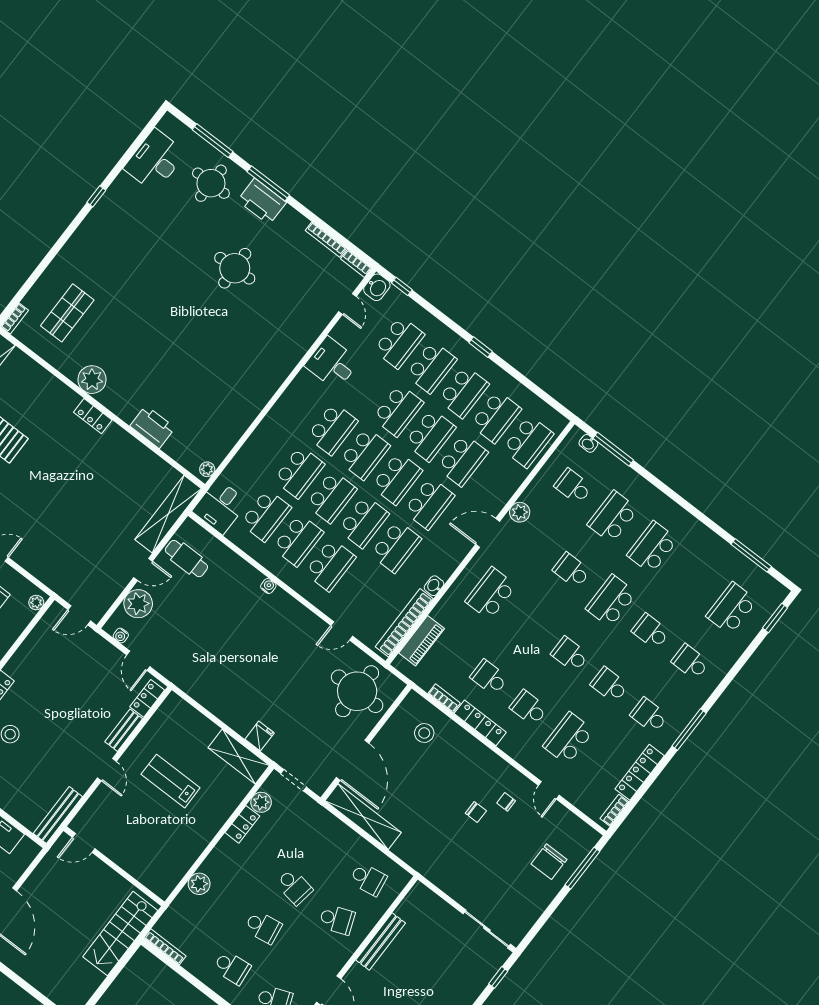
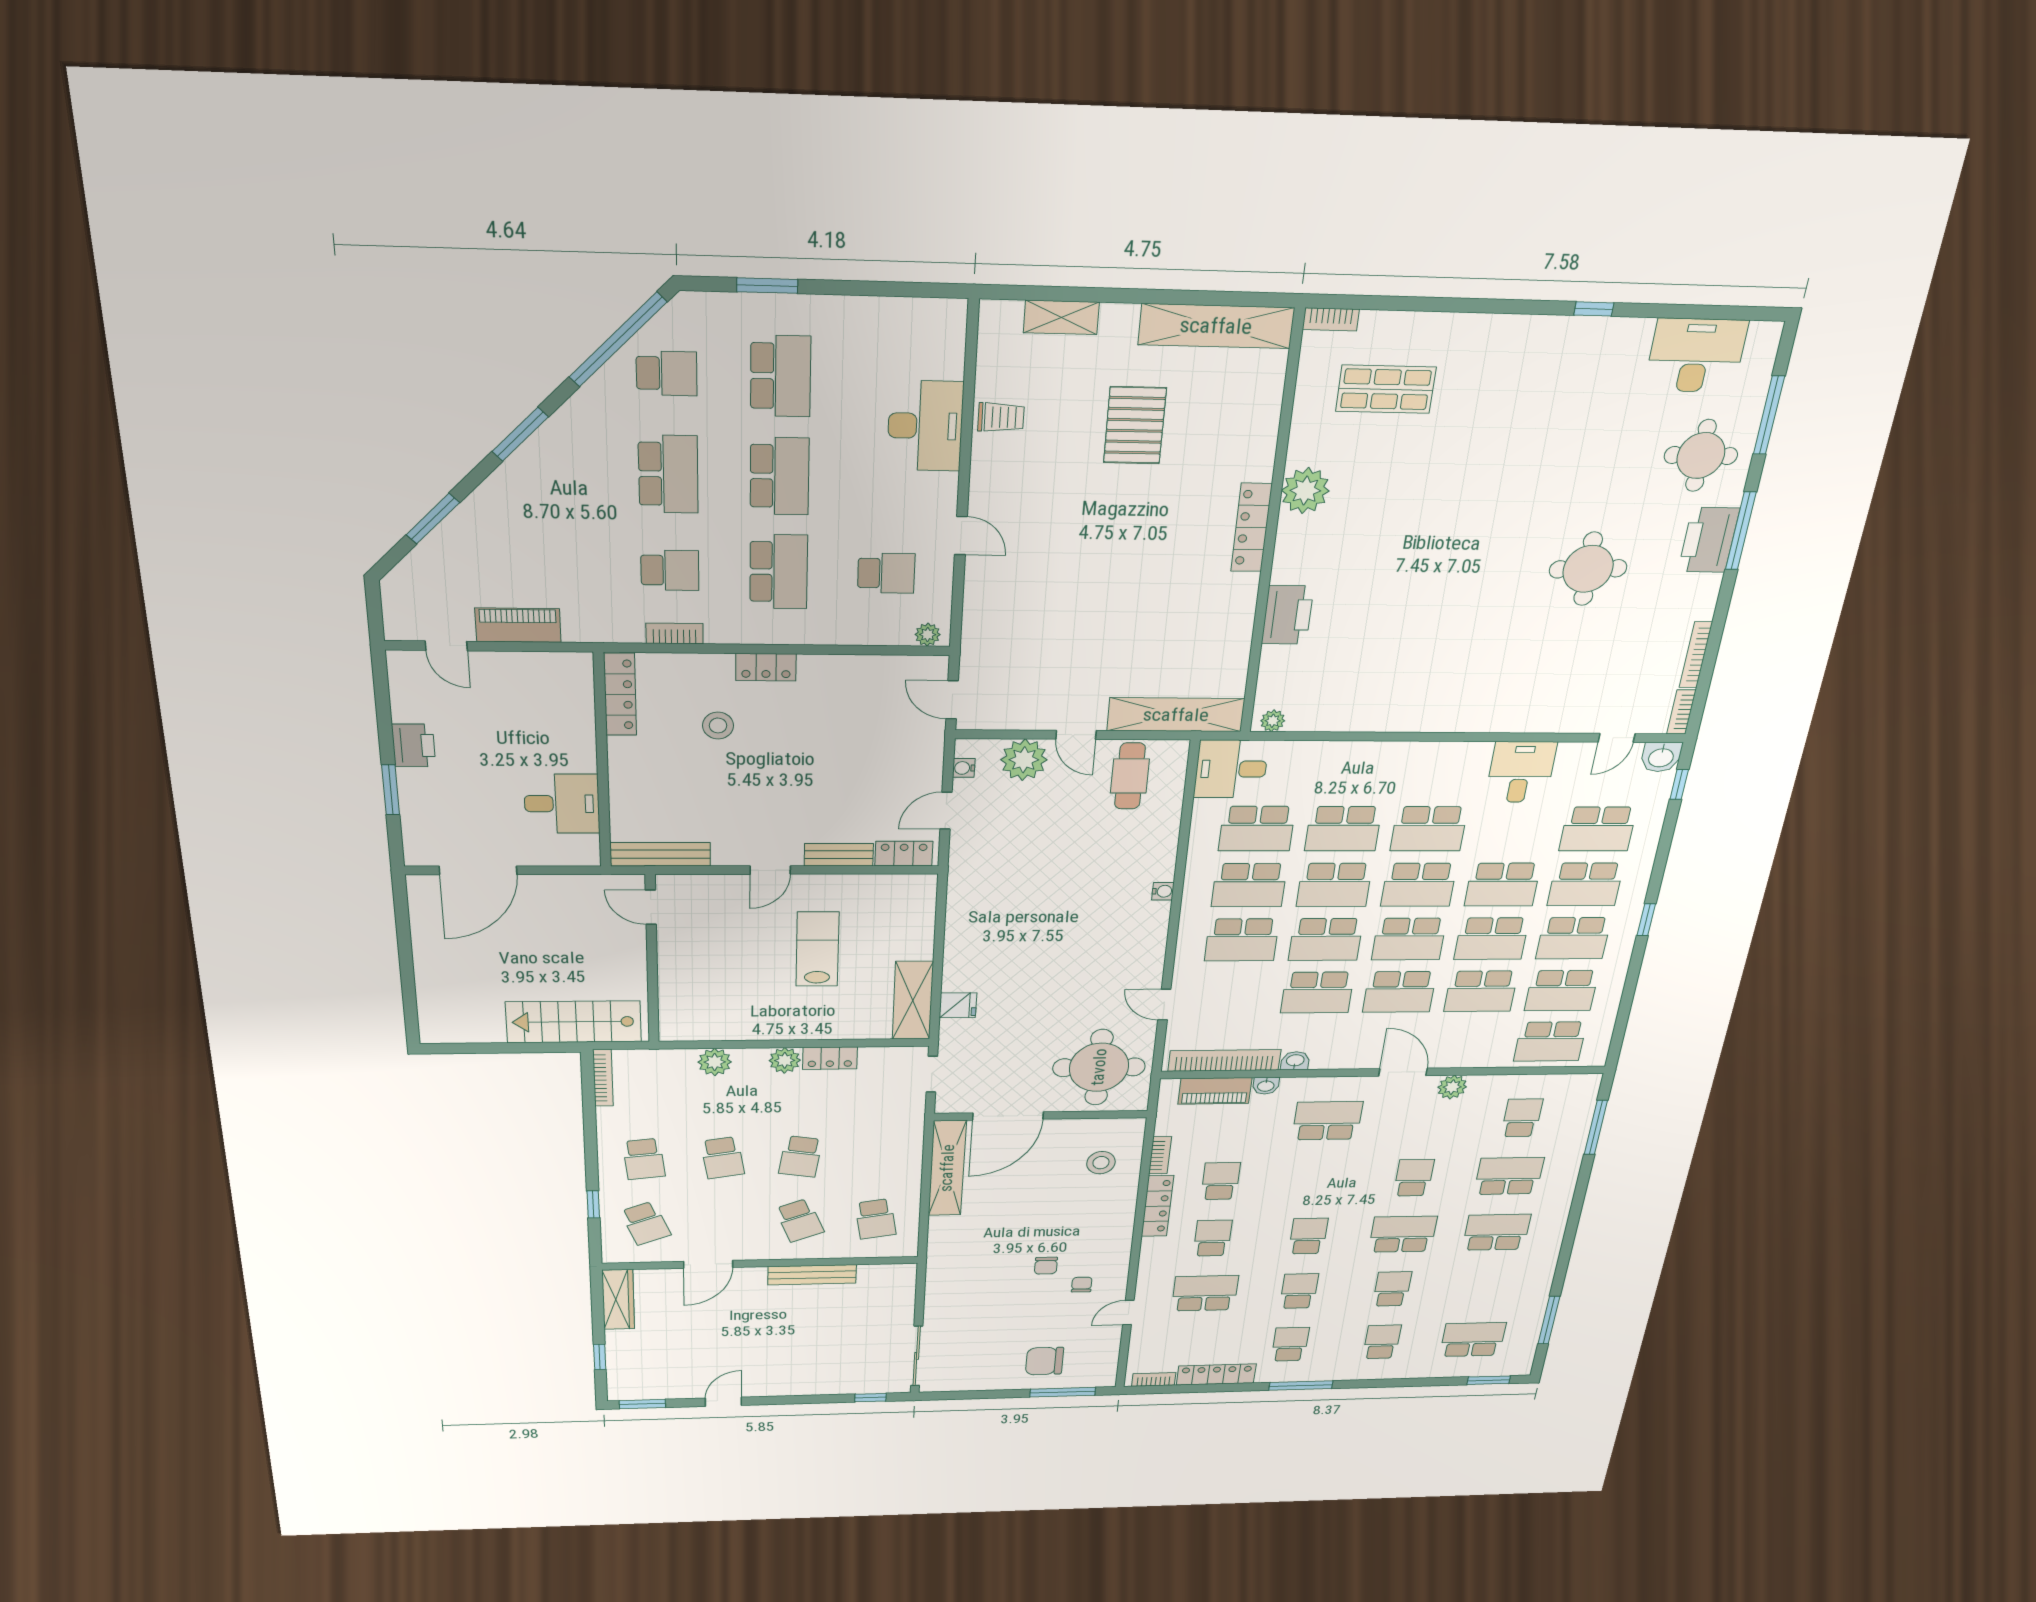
locker: (93, 416) -> (1251, 528), width x1.53
washbasin: (588, 443) -> (1266, 1086), moved, turned -90
plant: (261, 802) -> (785, 1060), moved

